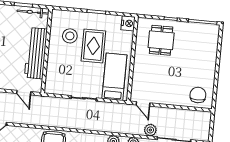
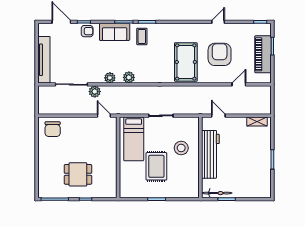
nightstand: (128, 23) -> (125, 191), removed
stool: (70, 36) -> (181, 148), moved
dining table: (161, 40) -> (78, 174), moved, turned 90

